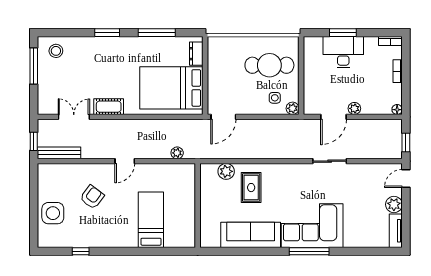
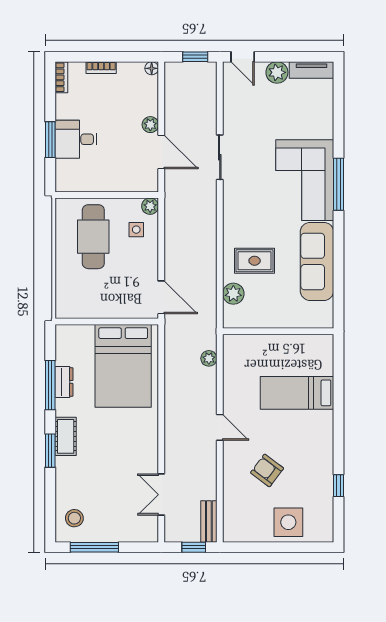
desk: (343, 52) -> (76, 139), width x0.73
dresser: (196, 54) -> (64, 382), moved, turned -90
cot: (109, 107) -> (66, 436), moved
bench: (59, 153) -> (209, 522), width x0.73

